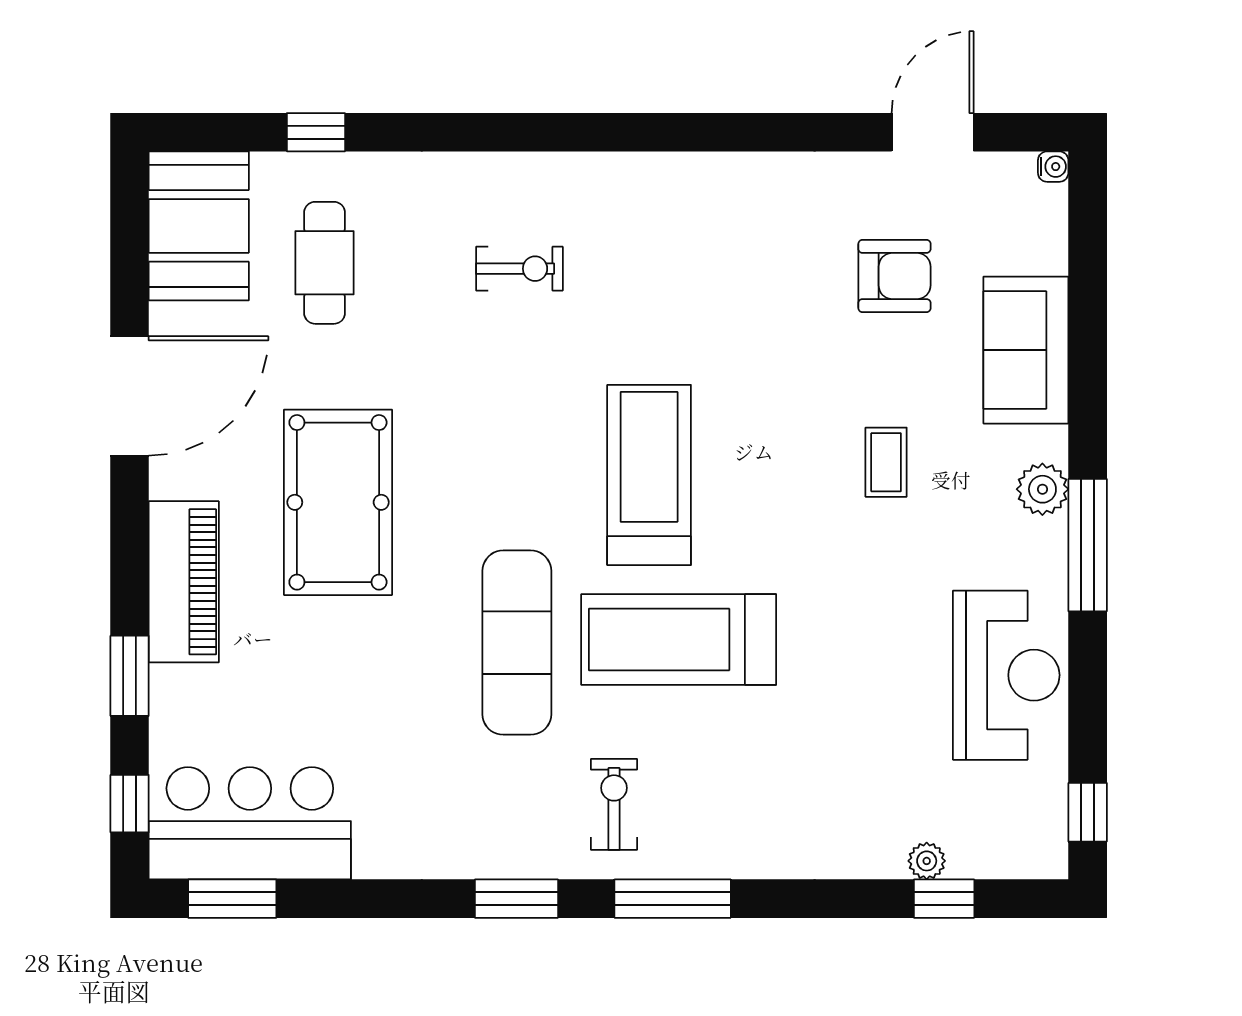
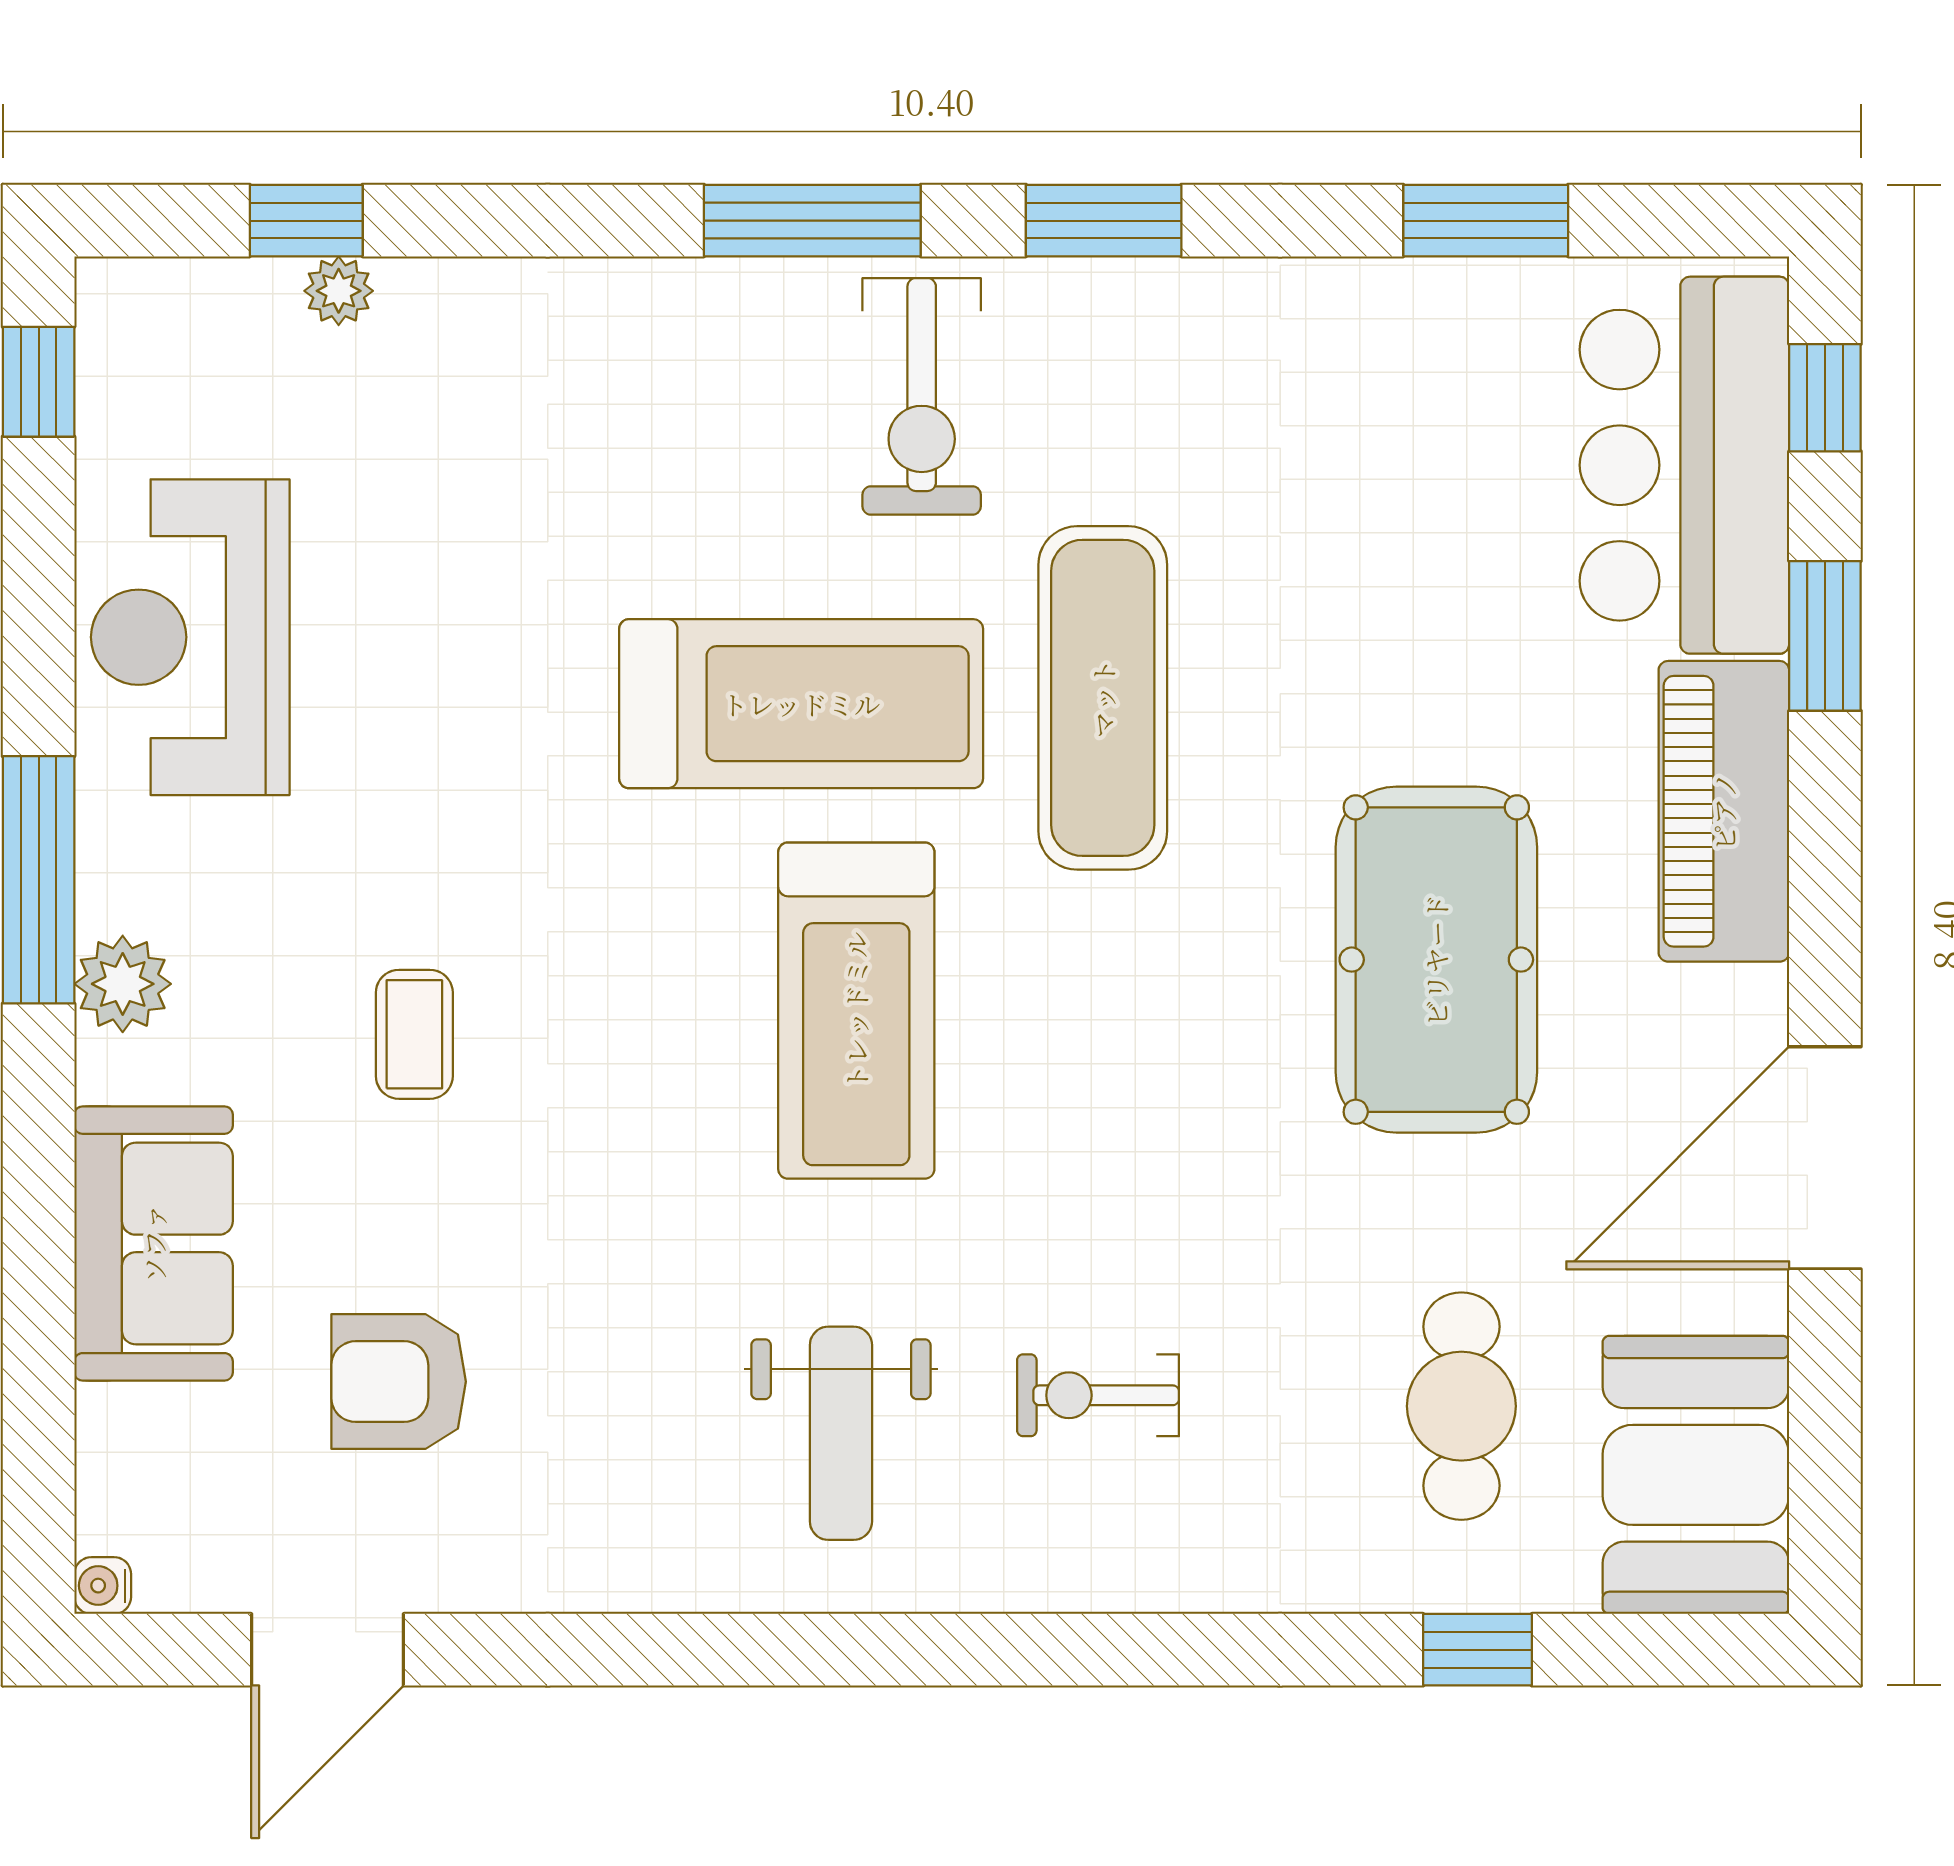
weight bench: (657, 248) -> (841, 1433), added
exercise bike: (614, 804) -> (922, 396), width x1.38, depth x1.39
bar counter: (250, 823) -> (1684, 465), moved, turned 90
window: (232, 899) -> (1486, 221), moved

